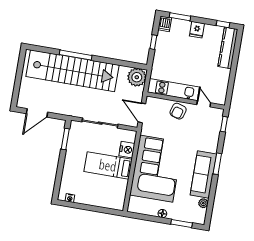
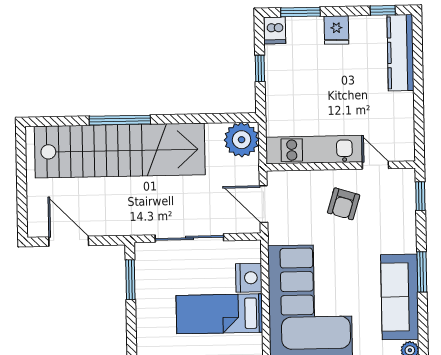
armchair: (178, 111) -> (344, 204), moved
door: (37, 113) -> (69, 241), swing flipped

